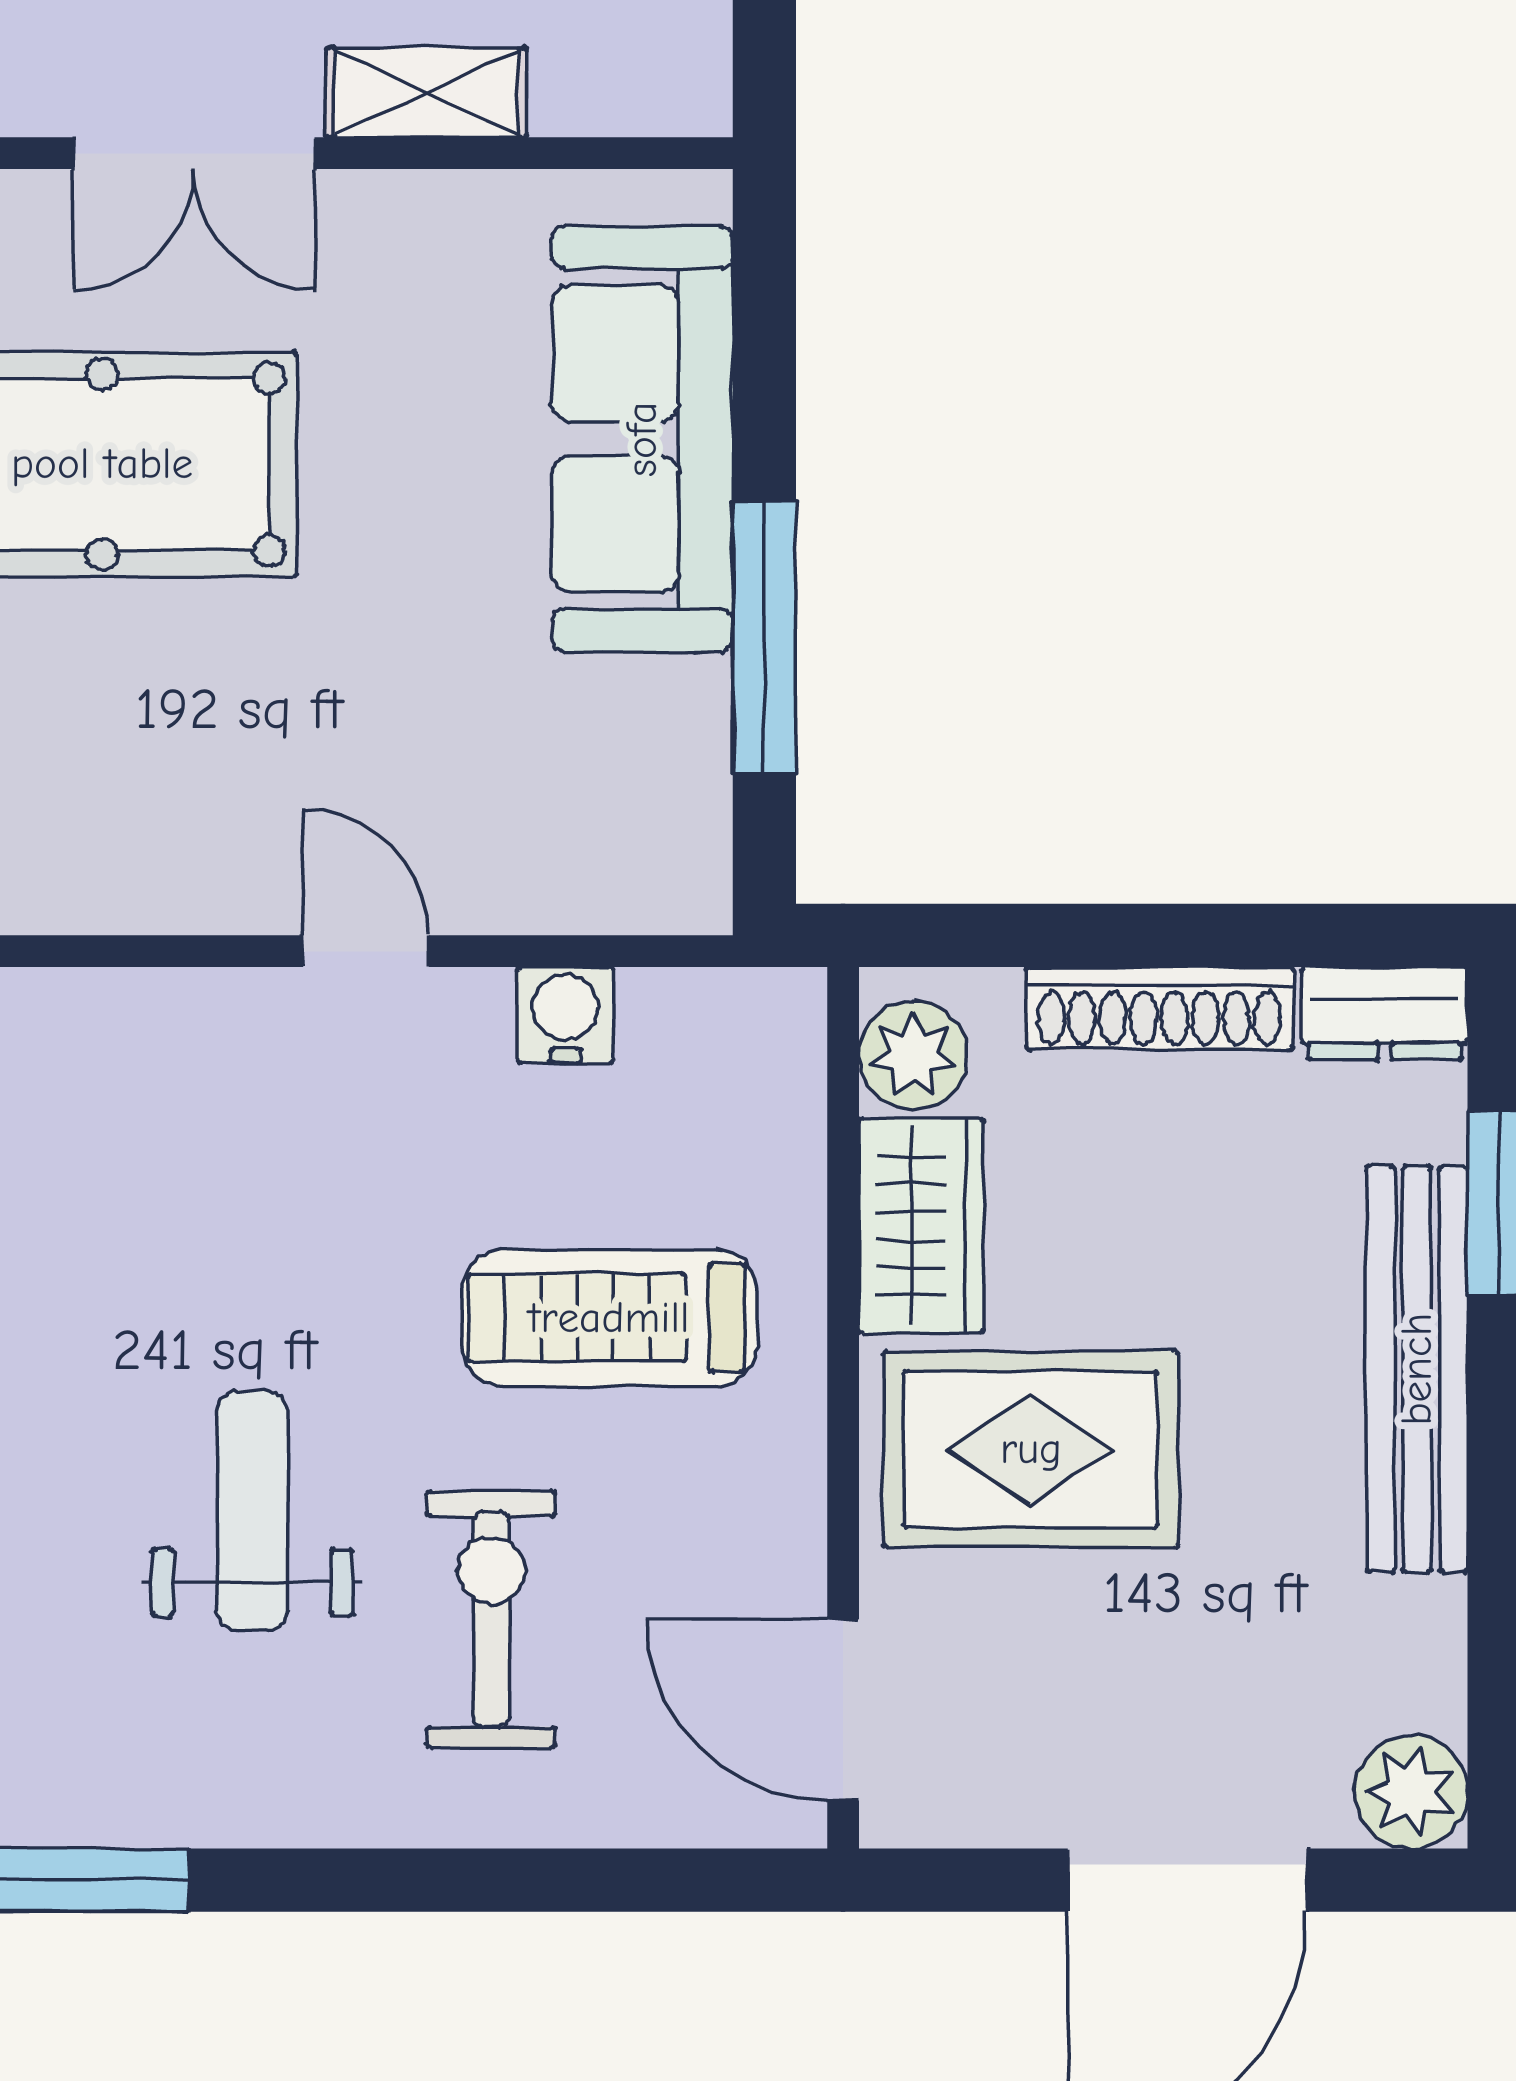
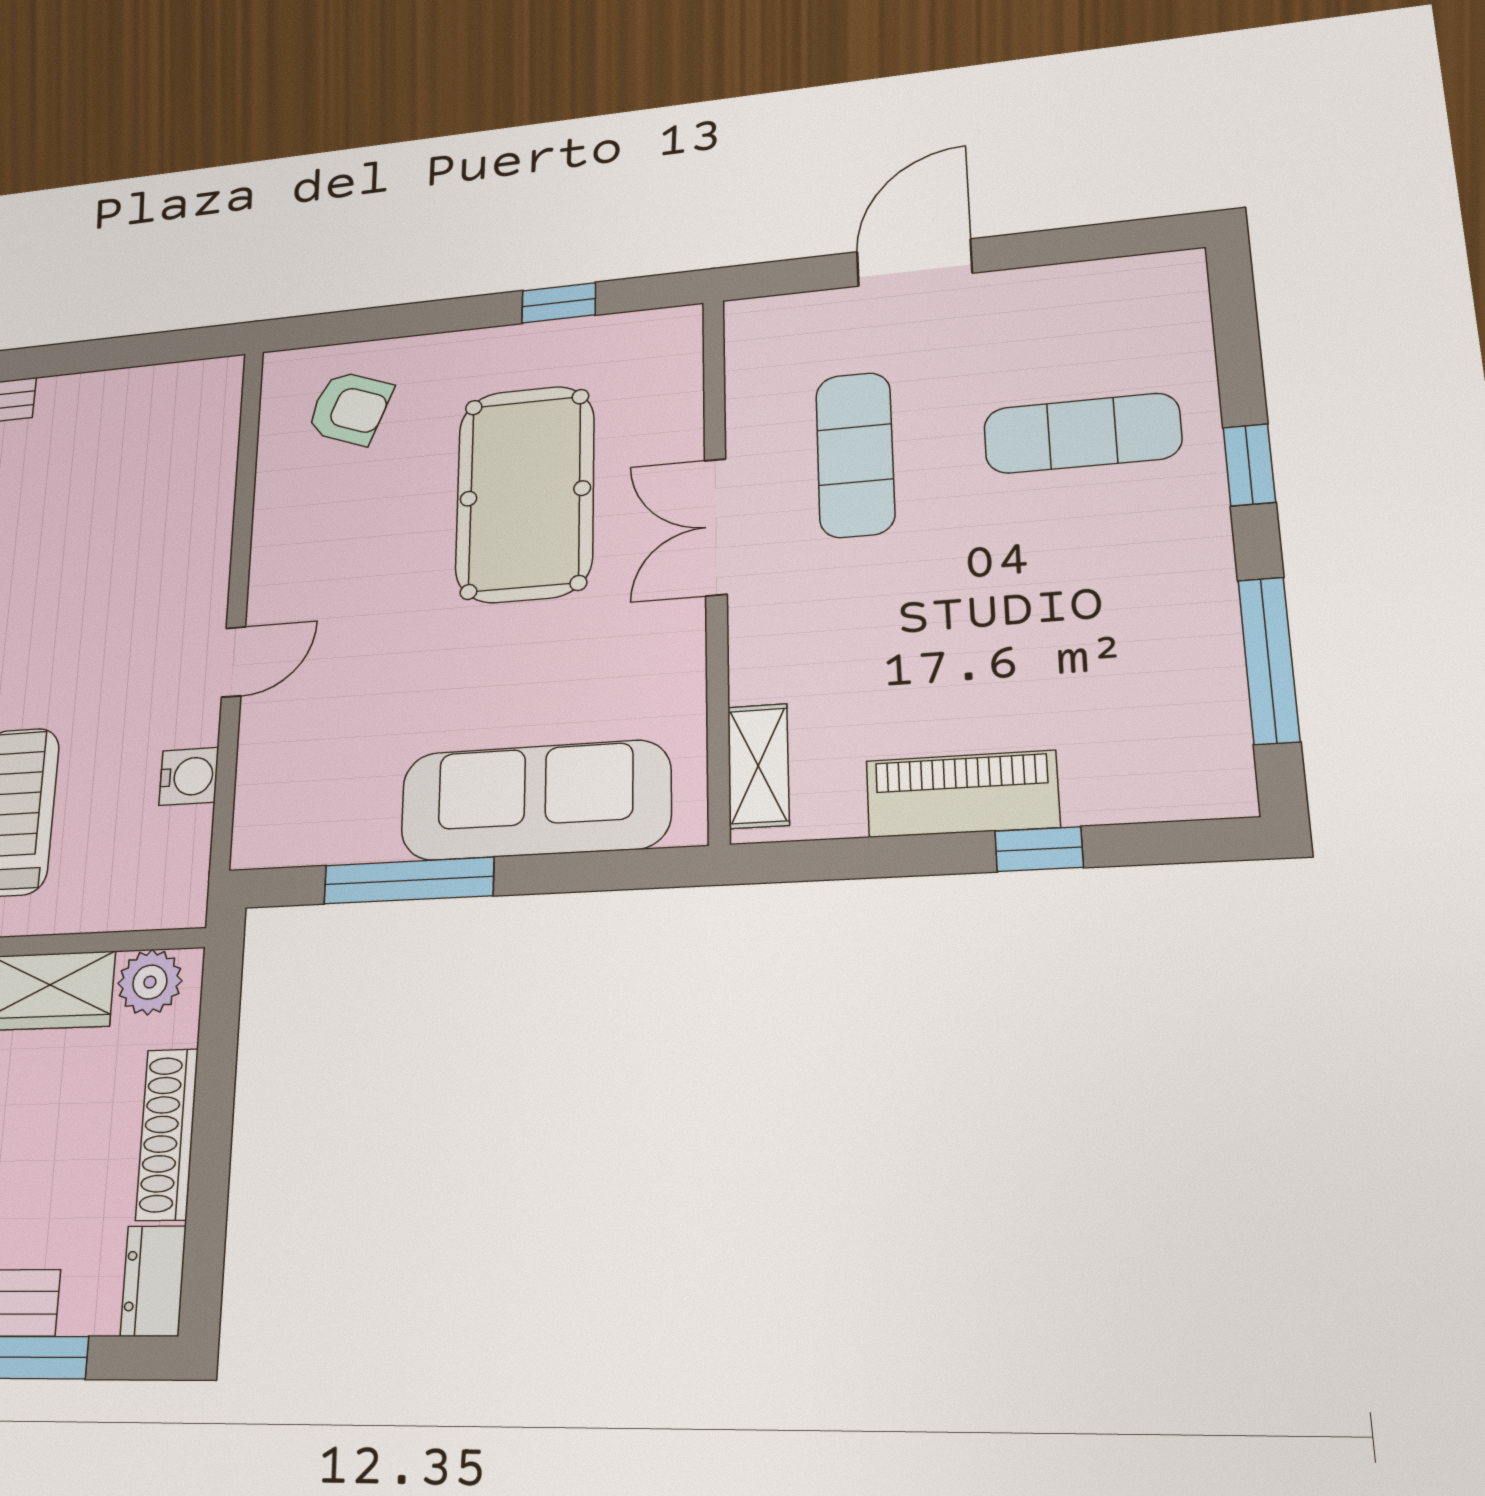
shelving: (426, 93) -> (758, 766), moved

